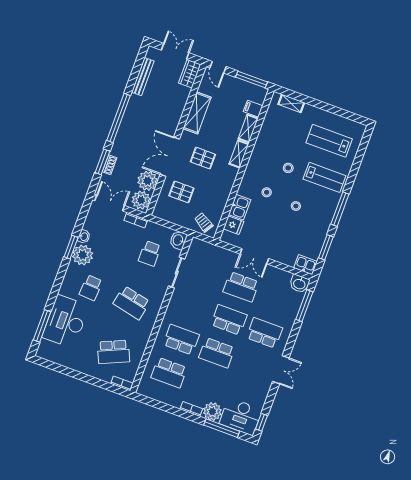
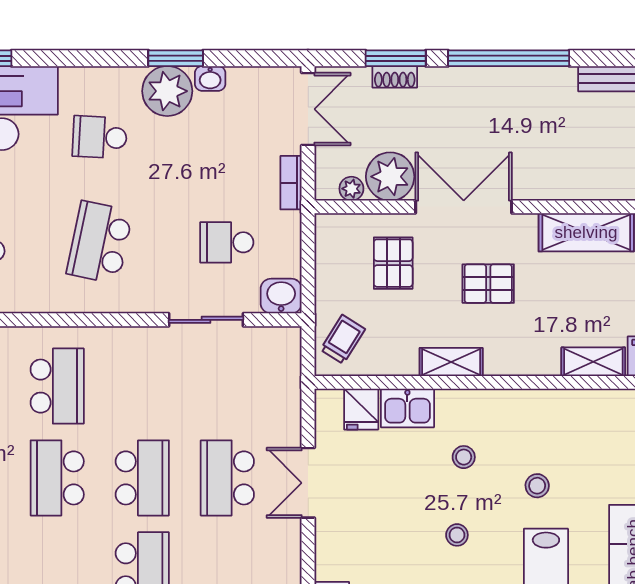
shelving: (239, 154) -> (451, 362), moved
pallet: (203, 158) -> (488, 284), turned 90
plant: (141, 200) -> (351, 189), width x0.53, depth x0.53

